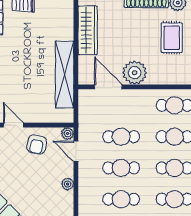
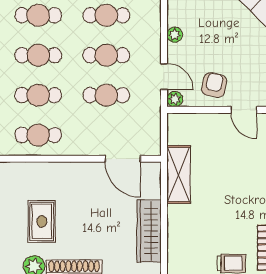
plant: (135, 73) -> (89, 177), removed
shelving: (65, 74) -> (179, 175), width x0.68

